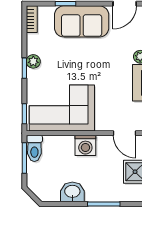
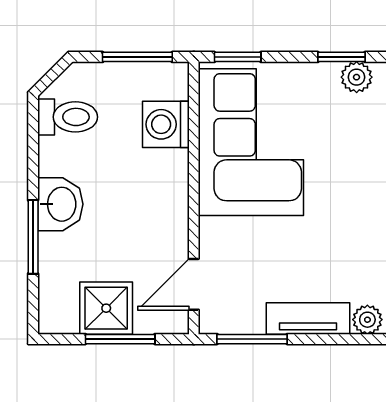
washing machine: (85, 145) -> (166, 124), moved
toilet: (34, 148) -> (68, 117), moved, turned 180
washbasin: (72, 192) -> (60, 204), moved

